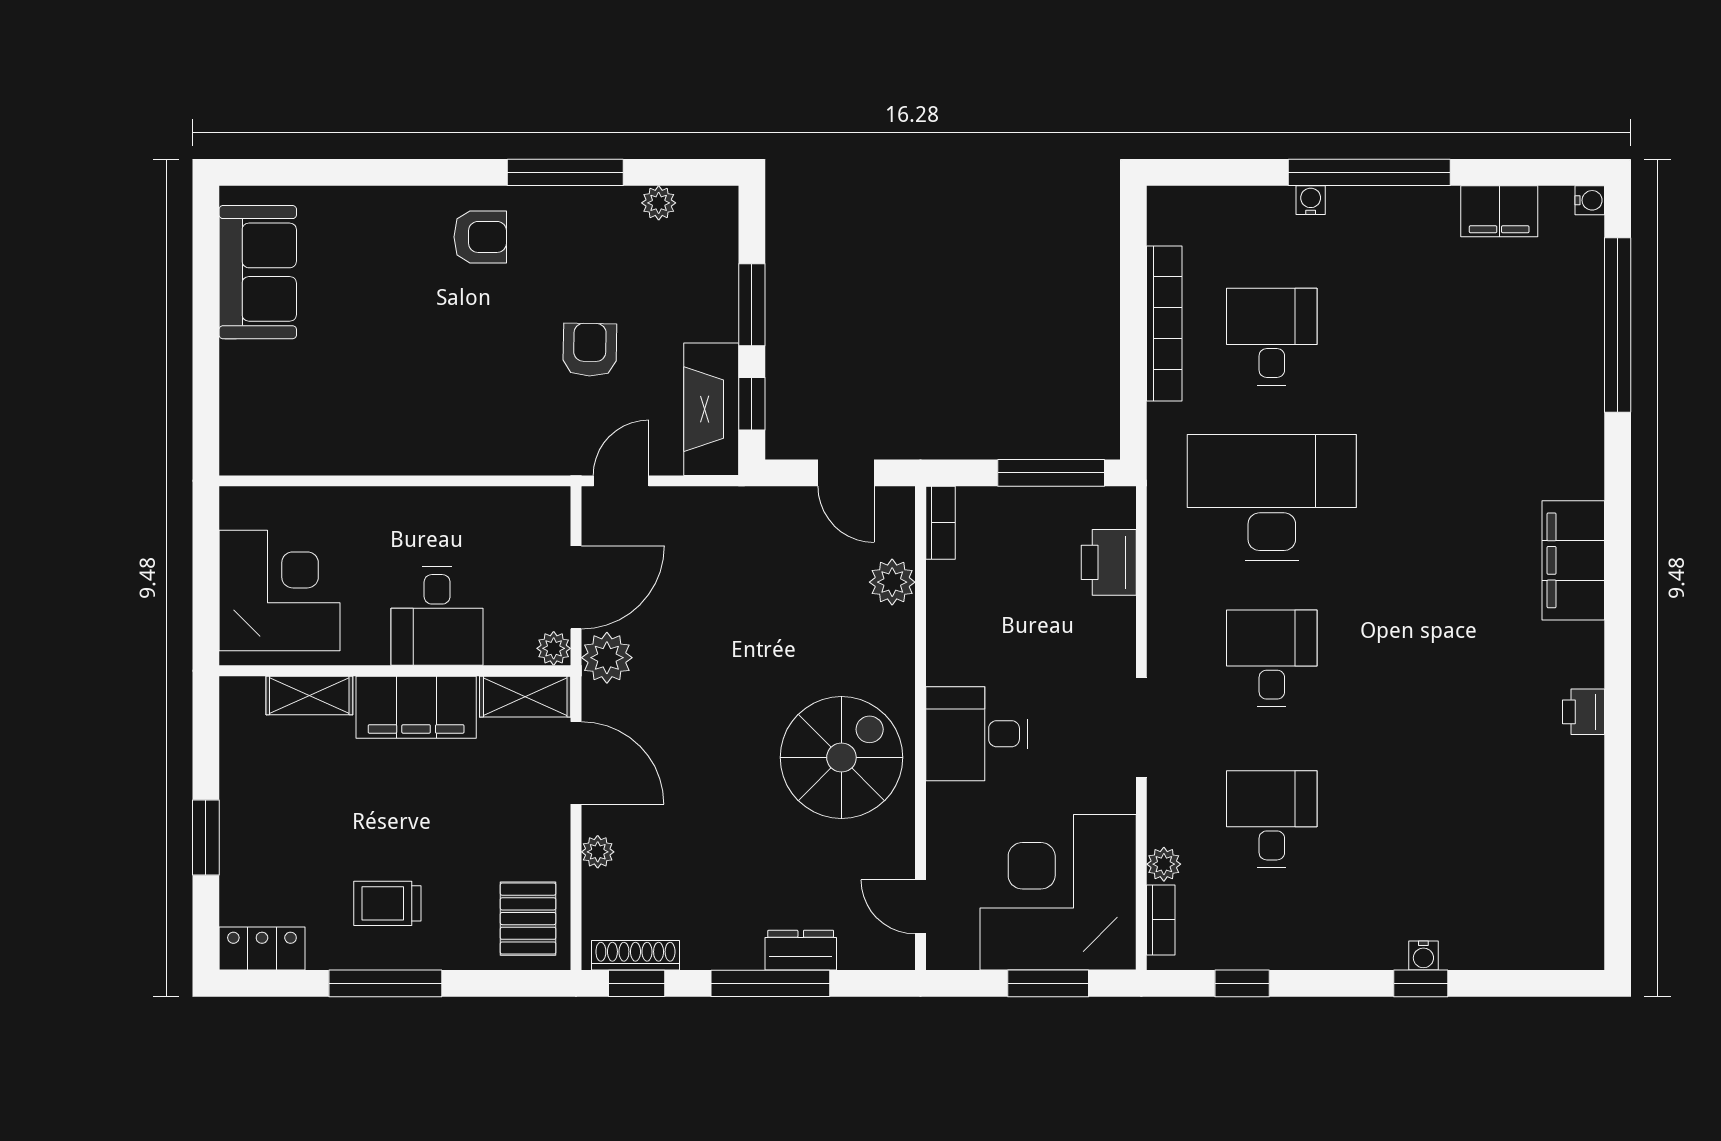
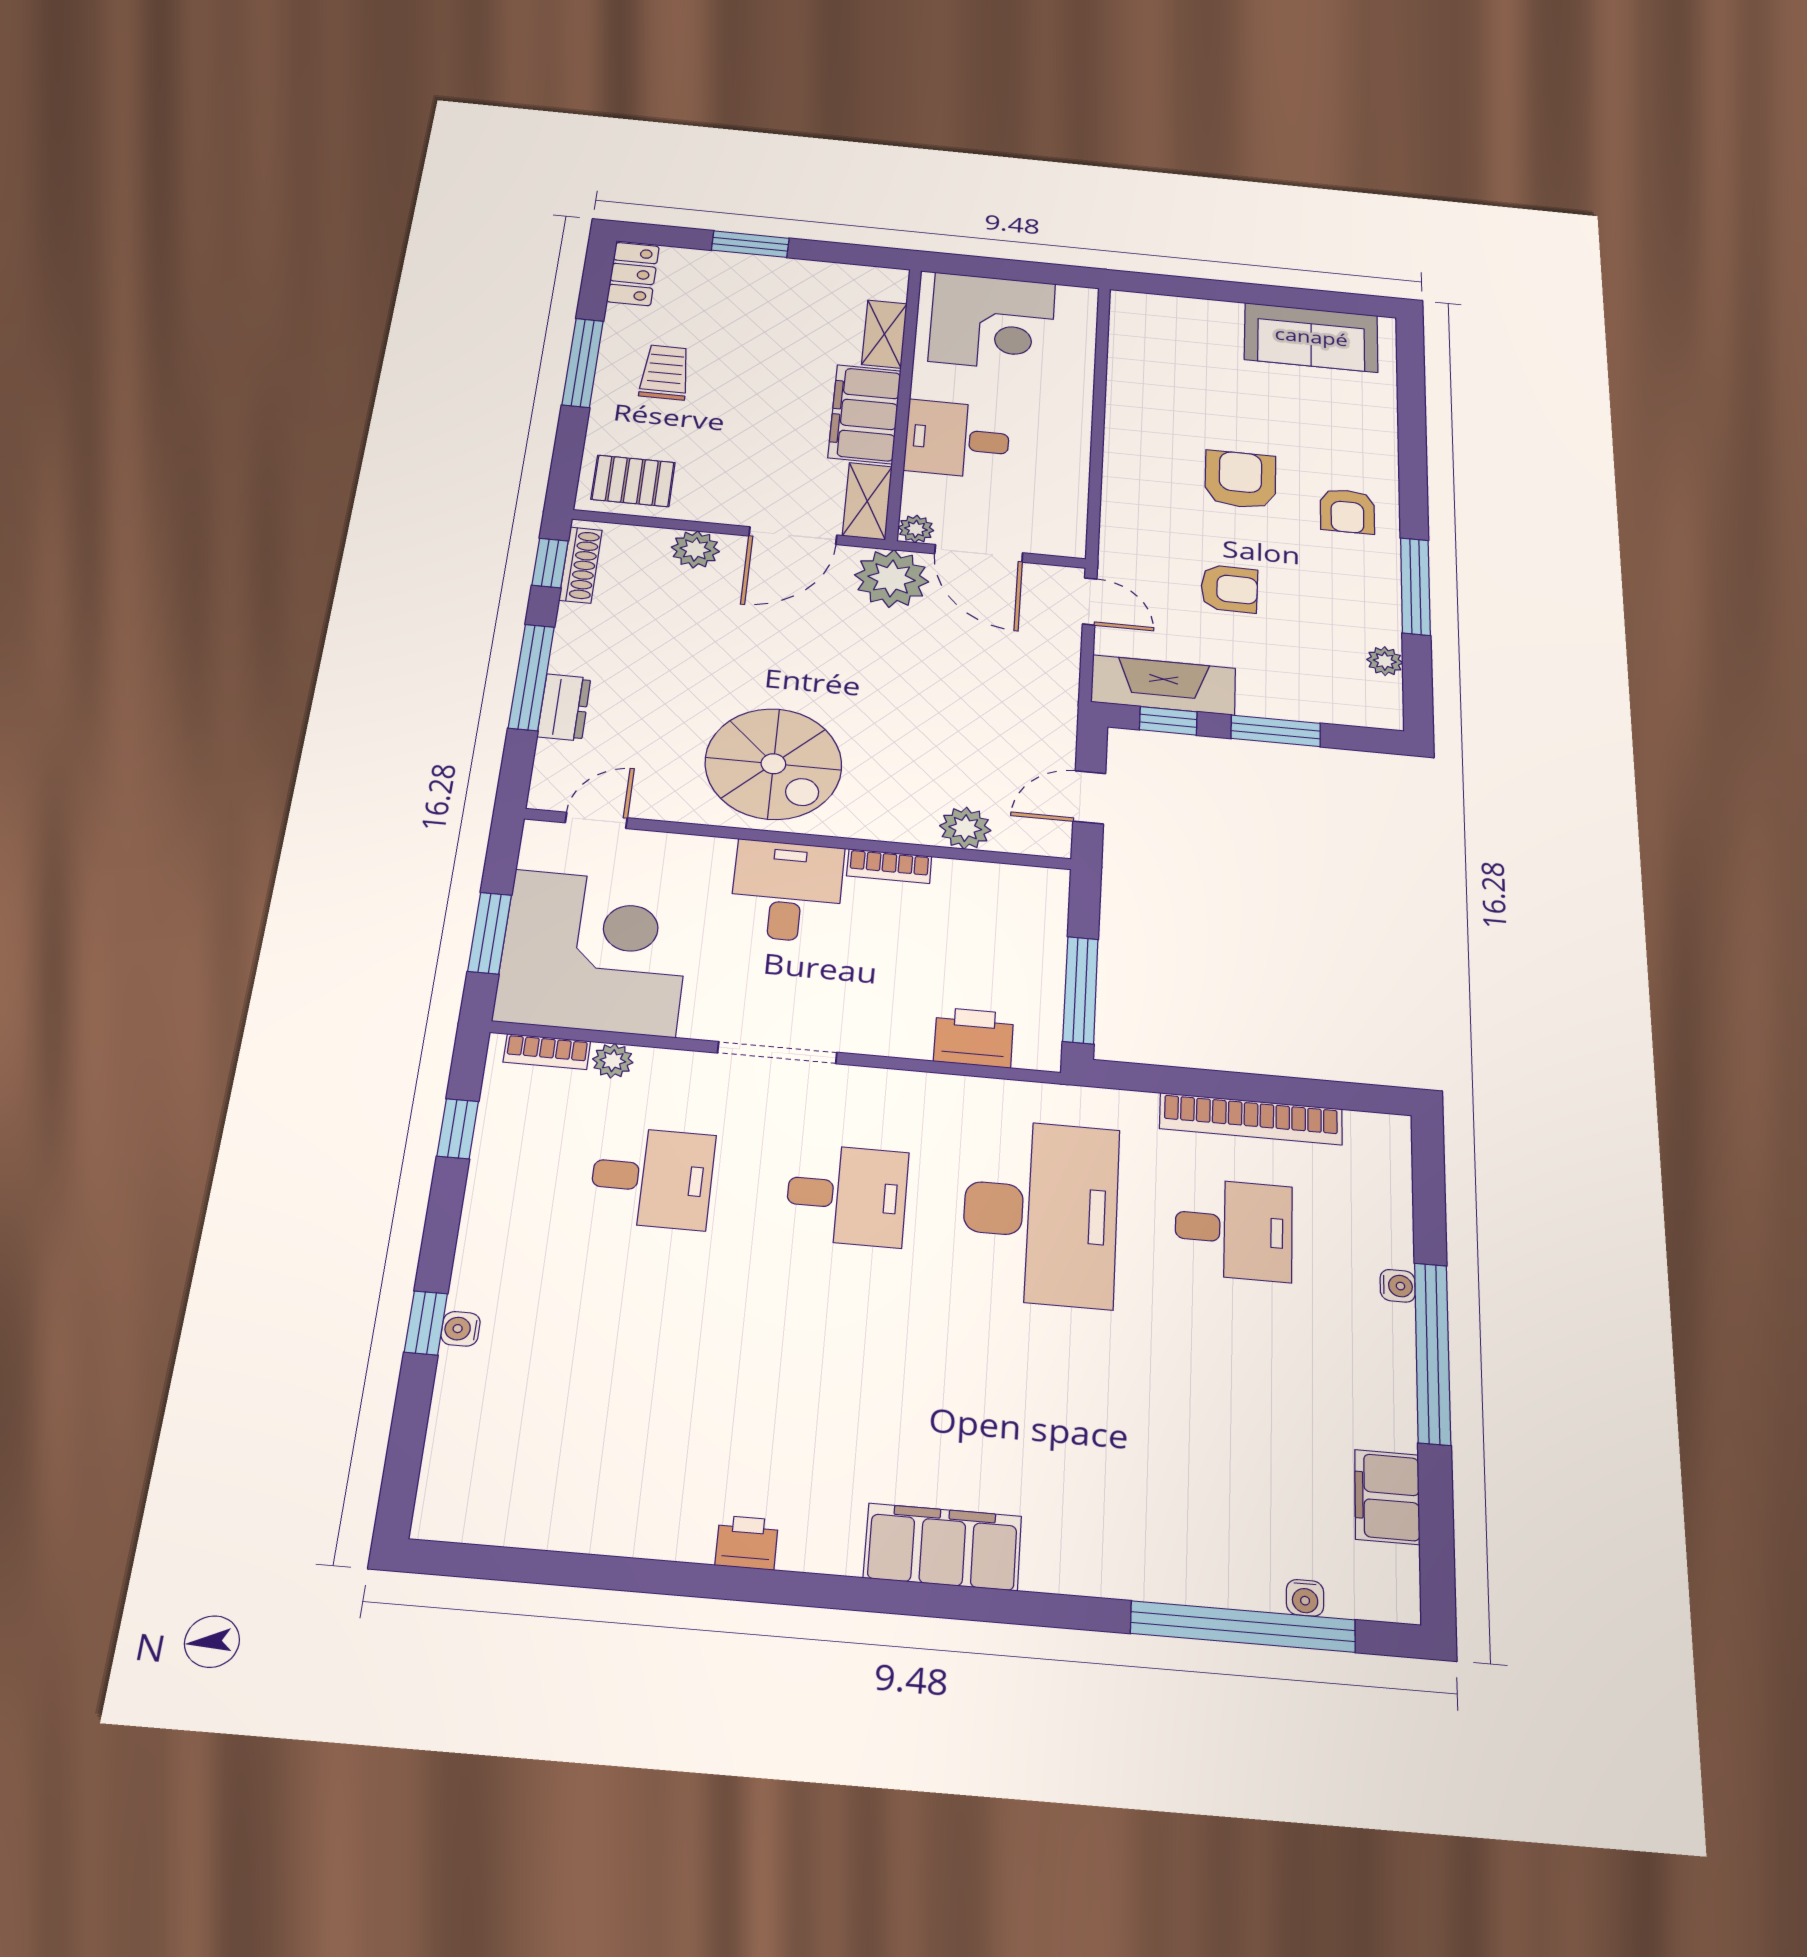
water cooler: (1590, 200) -> (1305, 1598), moved
armchair: (453, 341) -> (1240, 480), added
bookcase: (940, 523) -> (889, 866), moved
plant: (607, 658) -> (892, 578), width x1.36, depth x1.36
plant: (598, 852) -> (695, 549), width x1.38, depth x1.38

